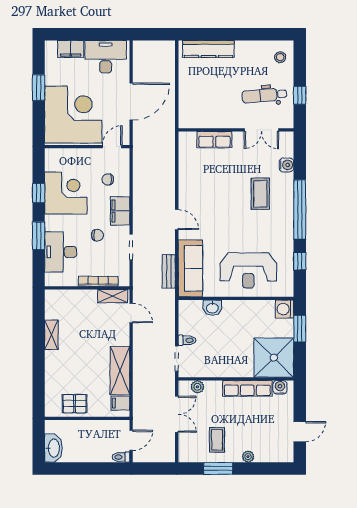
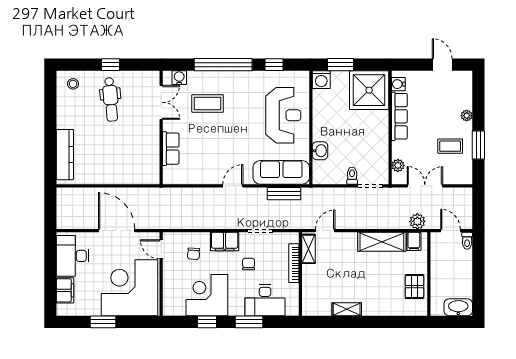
wall: (236, 130) -> (161, 127), moved
double door: (261, 130) -> (161, 102), moved
row of seats: (214, 140) -> (171, 149), moved
plant: (141, 407) -> (417, 221), added

